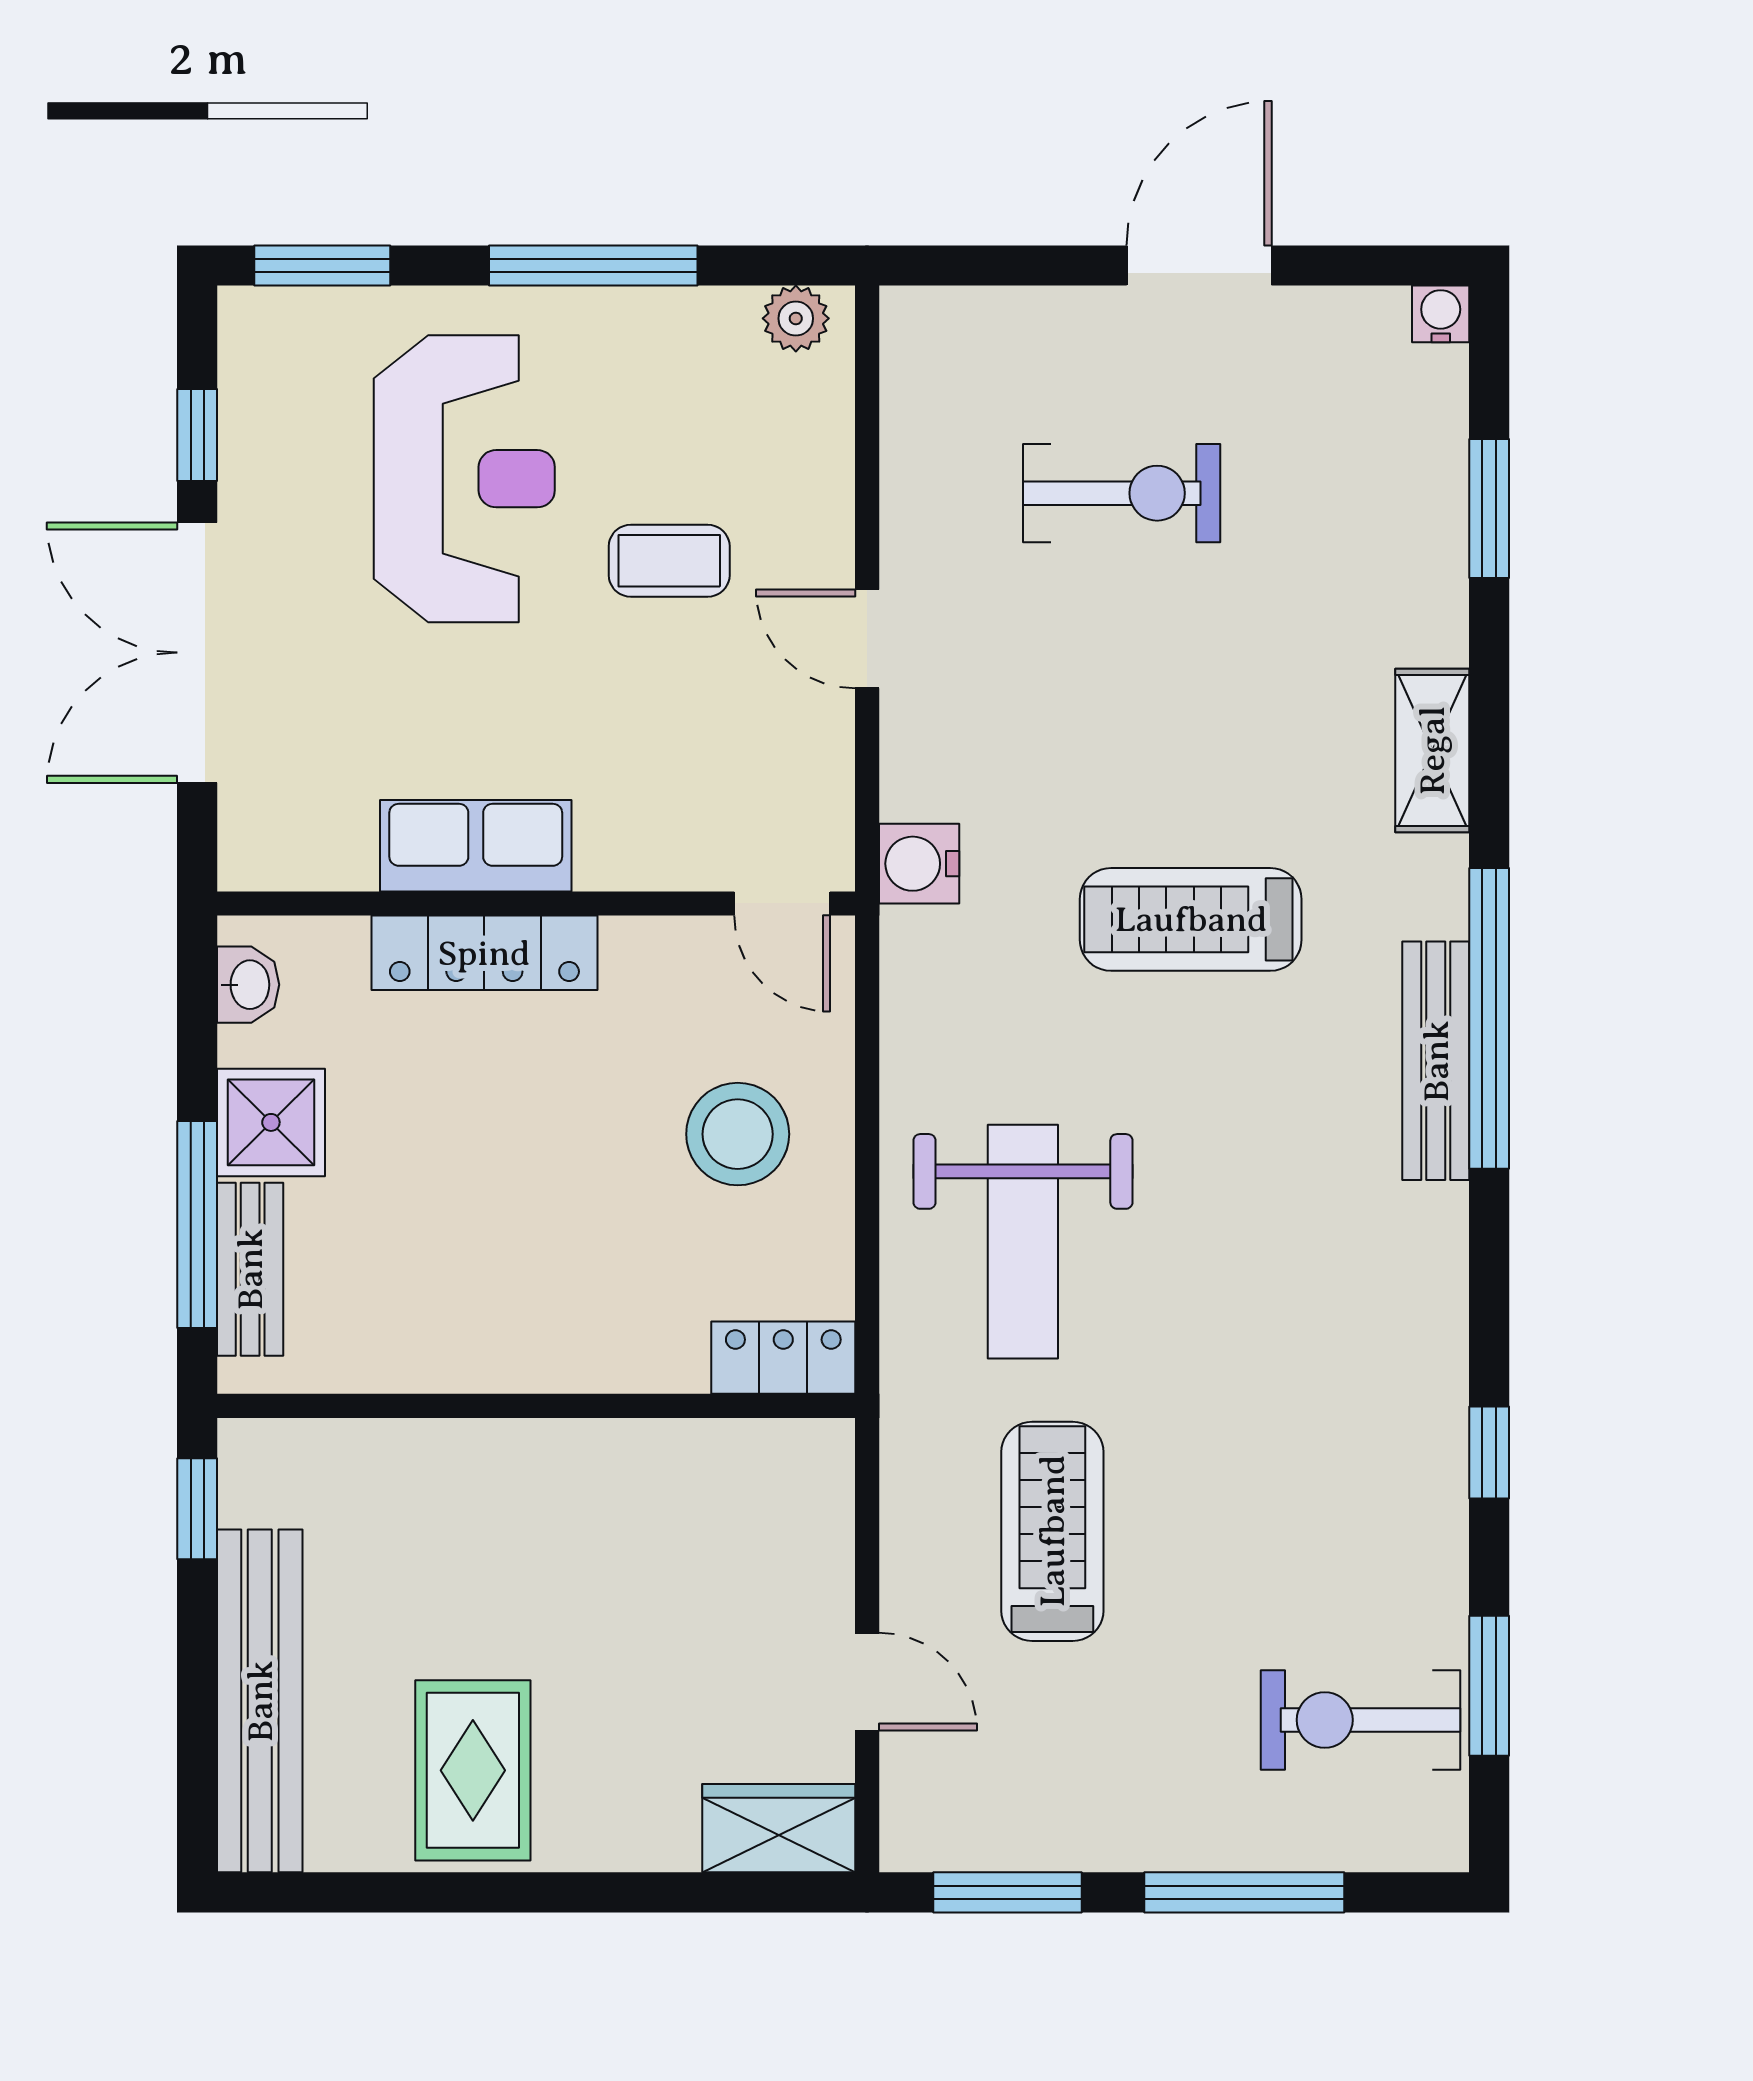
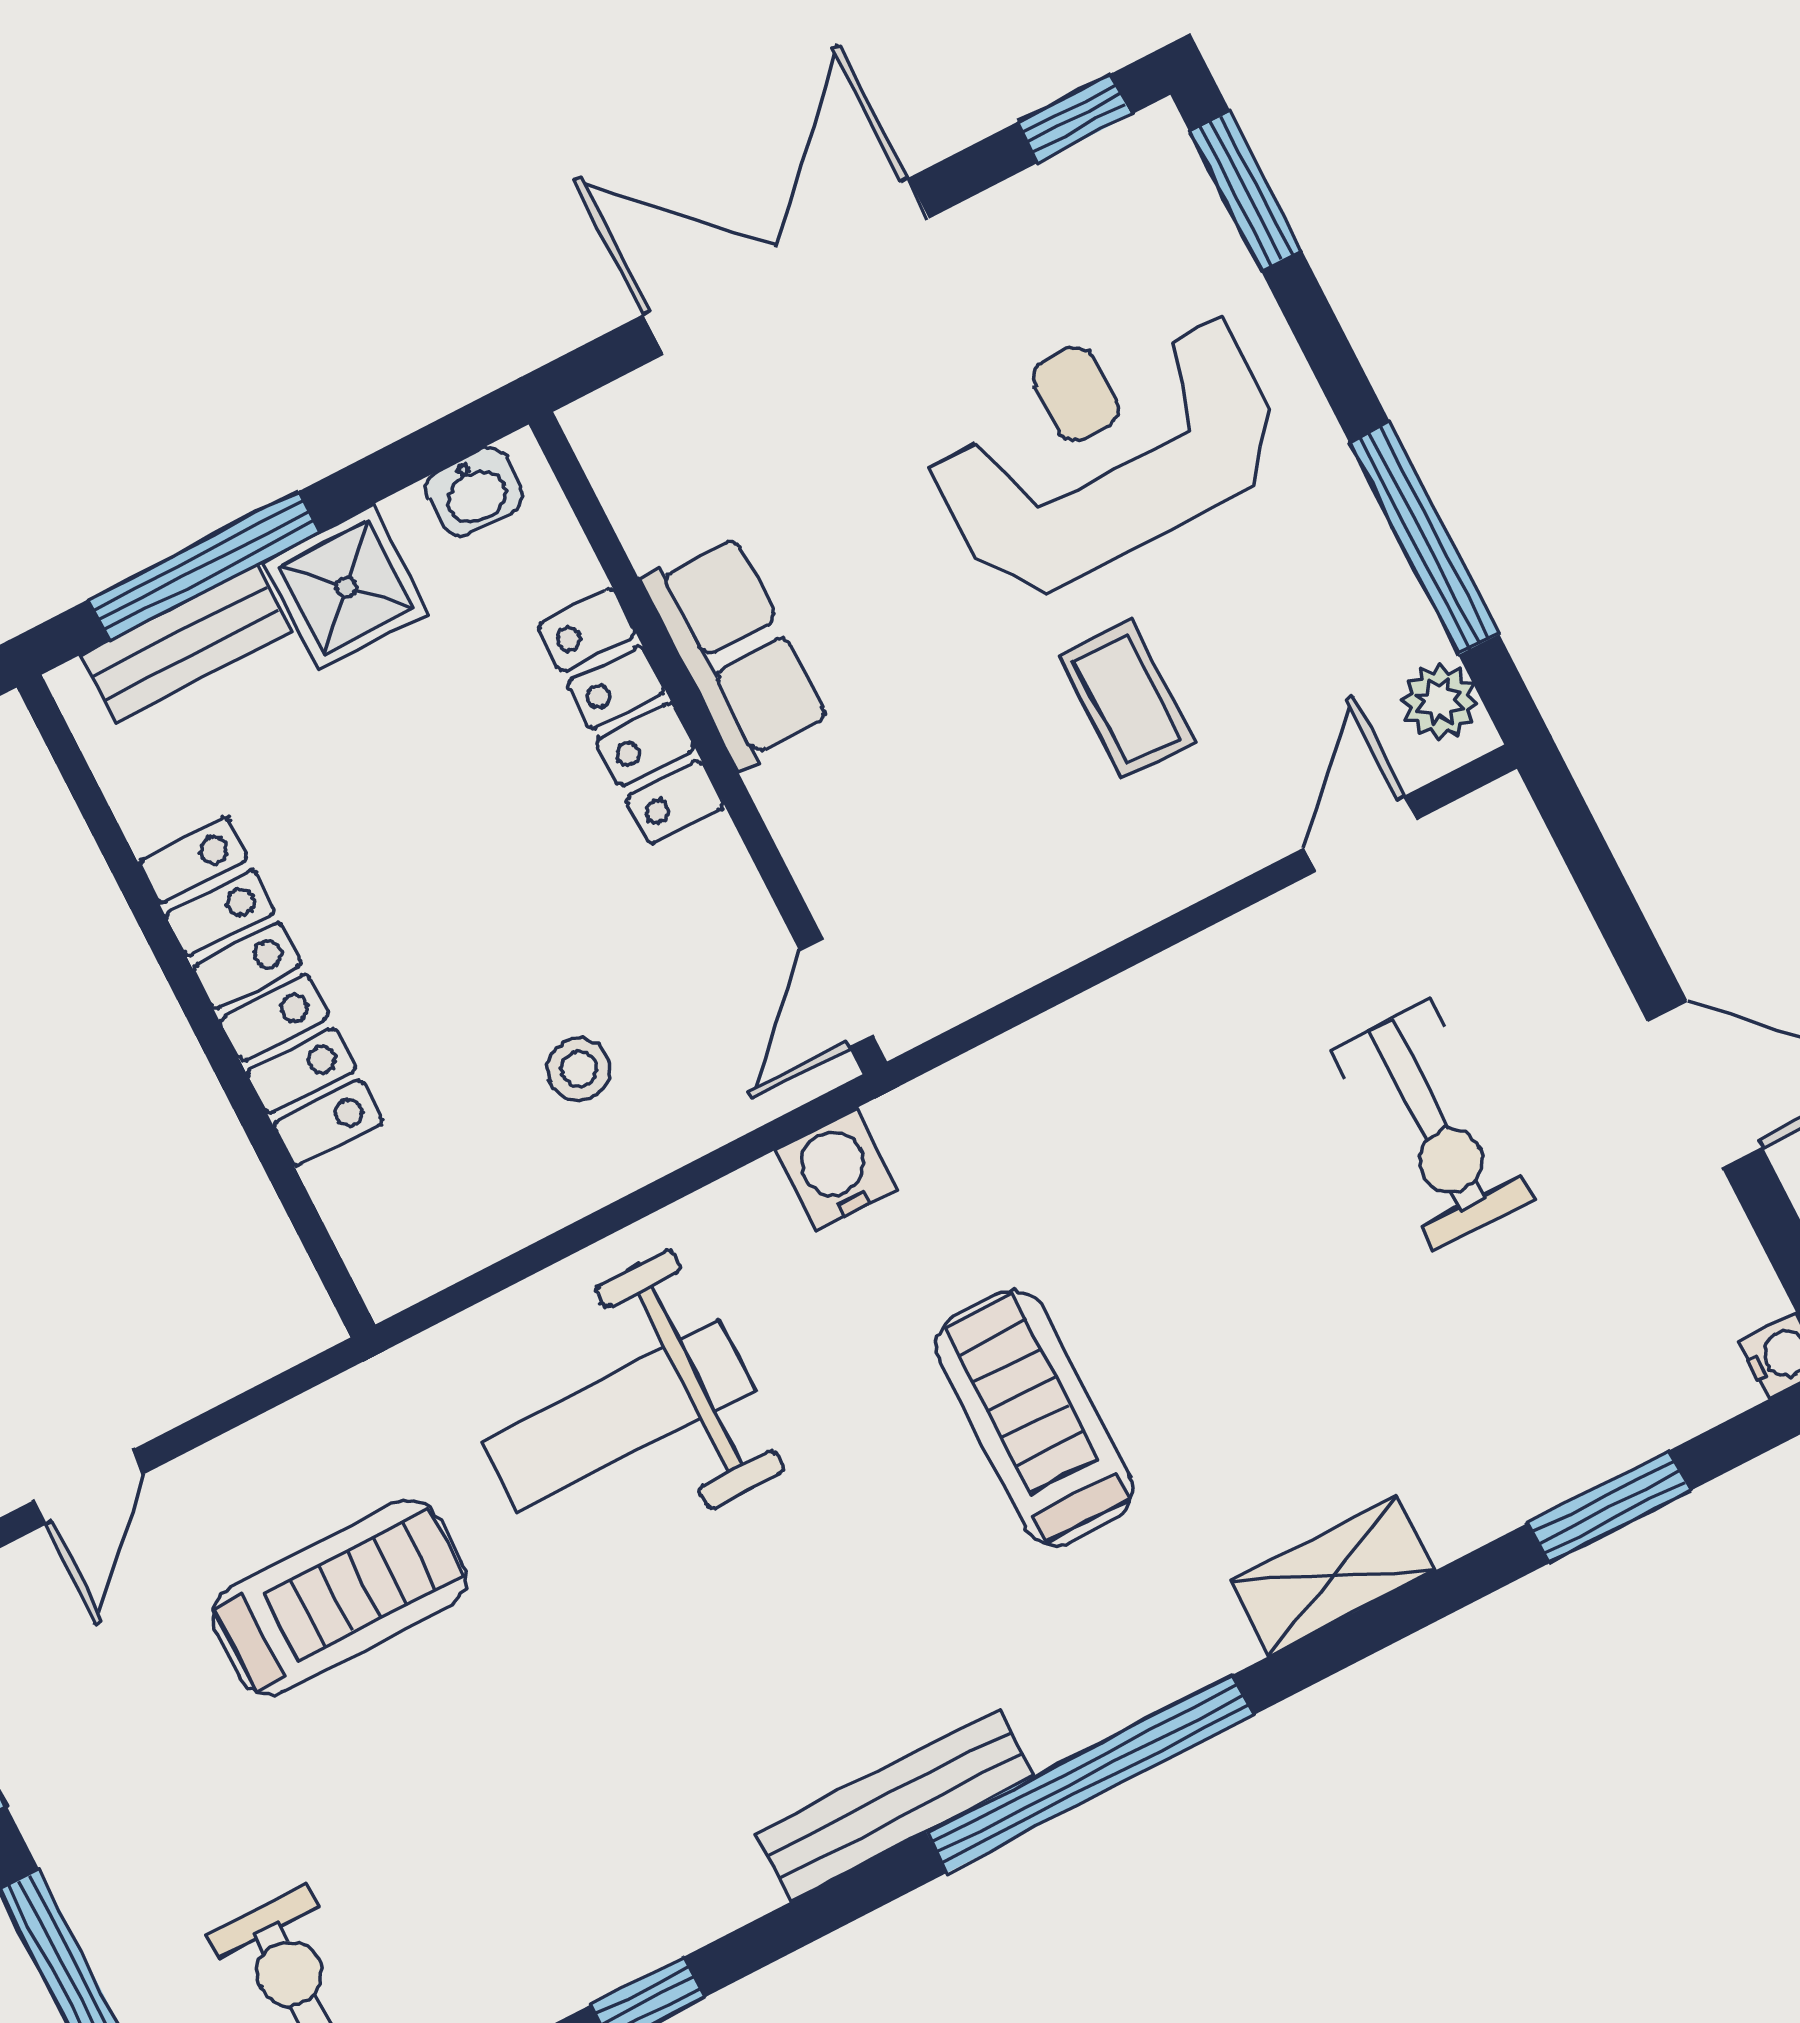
window: (593, 266) -> (1424, 538), moved
window: (197, 435) -> (1074, 118), moved
reception desk: (464, 479) -> (1103, 447), turned 180
door: (867, 639) -> (1360, 834), moved
water cooler: (919, 864) -> (836, 1170), moved
bench: (1436, 1061) -> (896, 1805), moved
stool: (738, 1134) -> (579, 1069), width x0.53, depth x0.53
locker: (783, 1358) -> (261, 992), moved, width x2.16, depth x1.21

